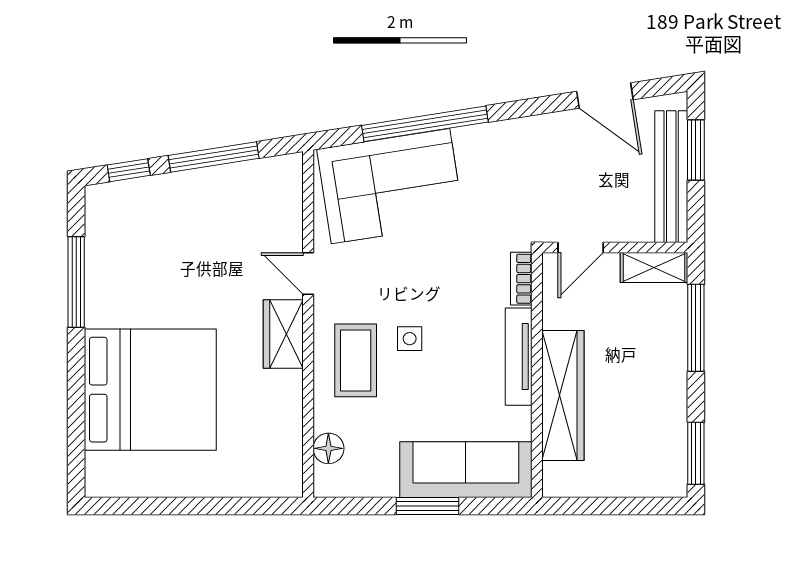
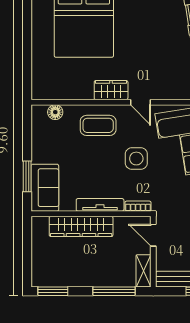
door: (308, 273) -> (141, 102), swing flipped
side table: (410, 339) -> (136, 159), moved, width x1.87, depth x1.87
sofa: (466, 470) -> (45, 188), width x0.73
window: (427, 506) -> (27, 176), moved

